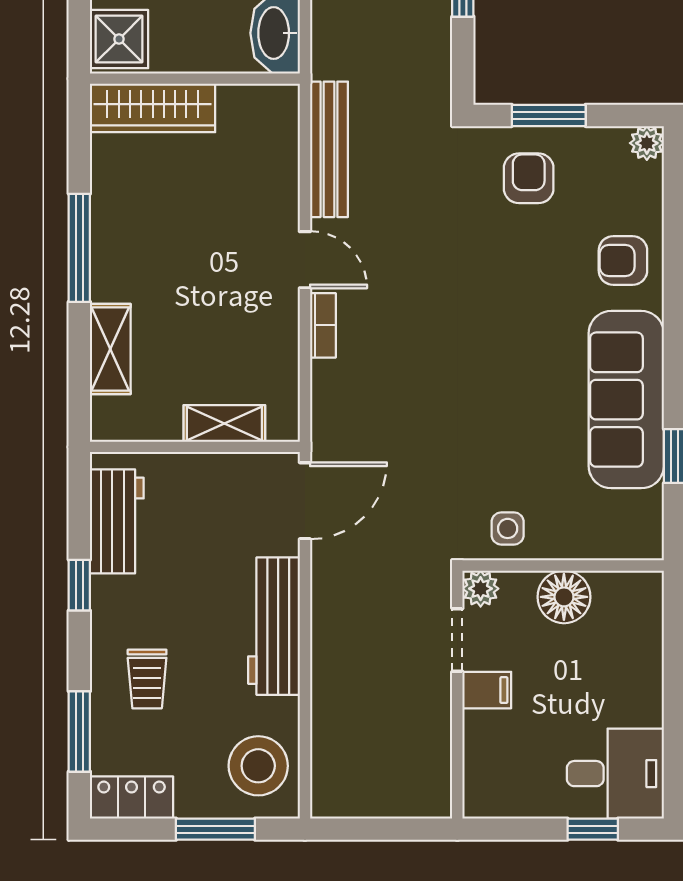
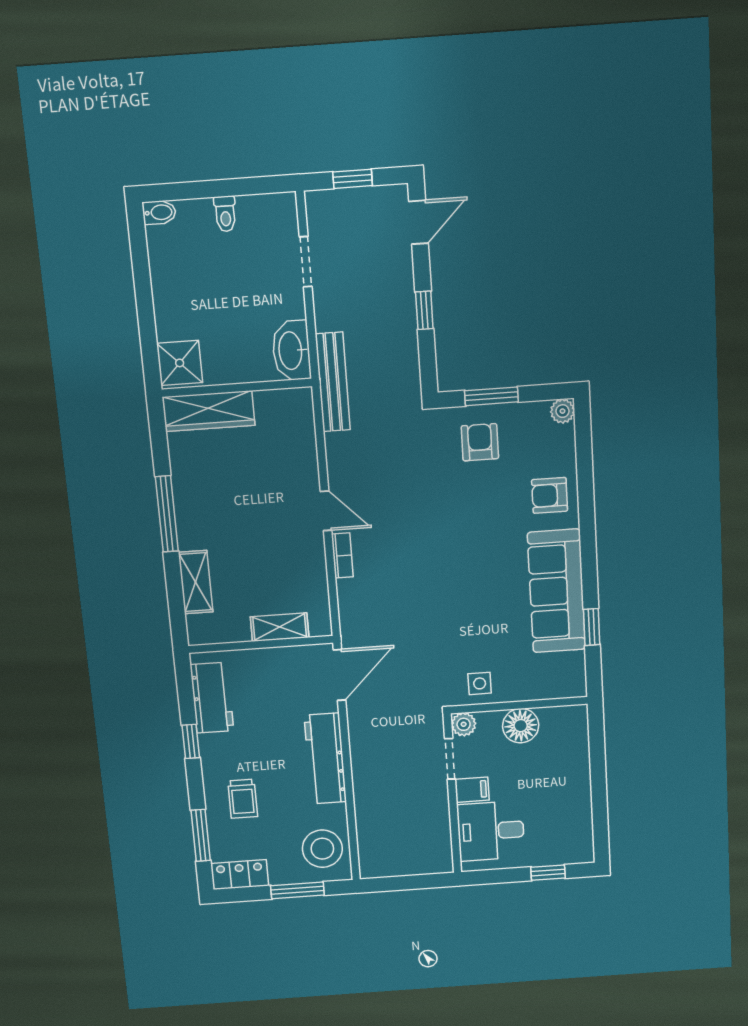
bench: (329, 149) -> (333, 382), moved
desk: (615, 774) -> (491, 831), moved, turned 180

